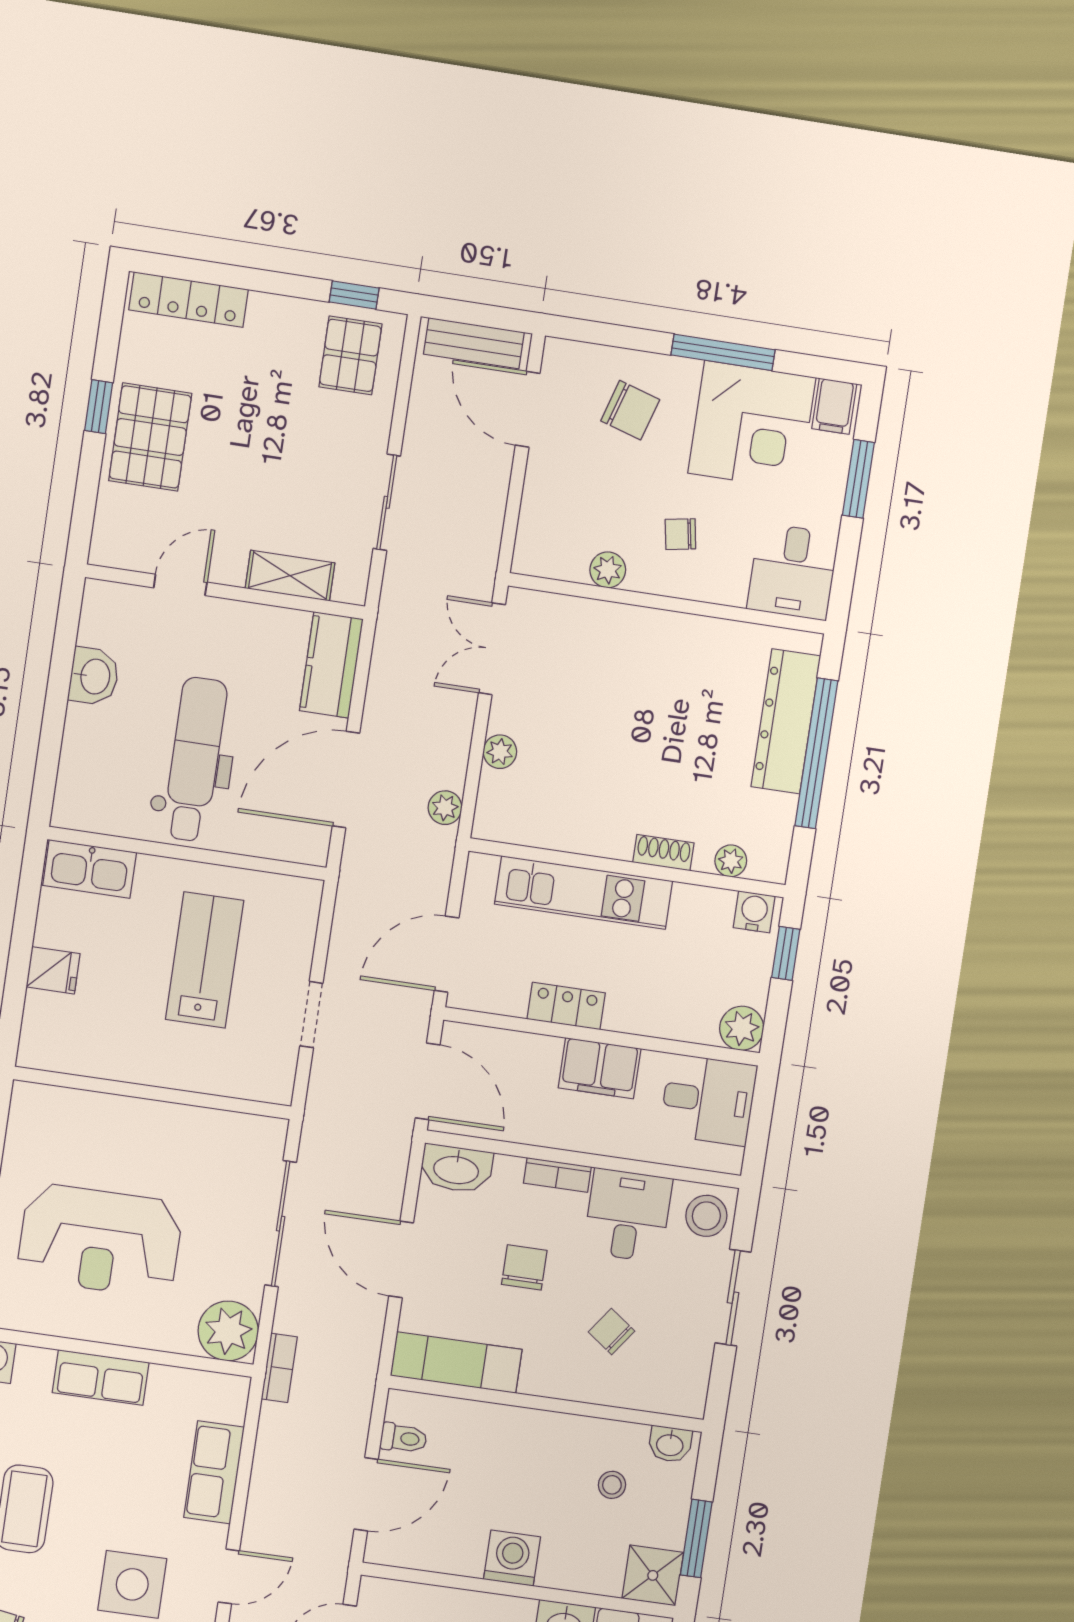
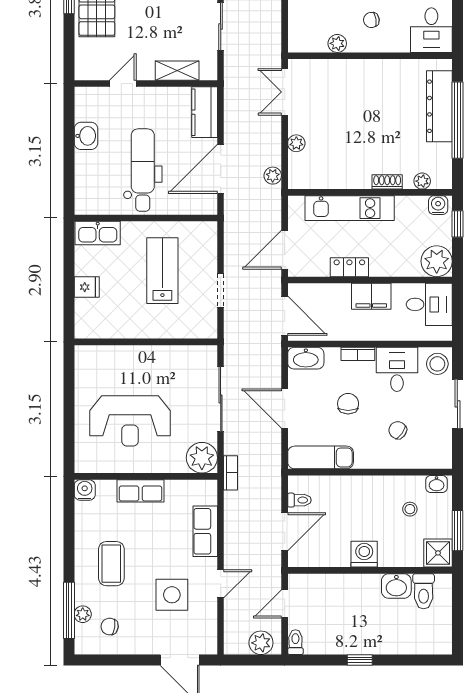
plant: (742, 1028) -> (437, 261), width x1.36, depth x1.36

